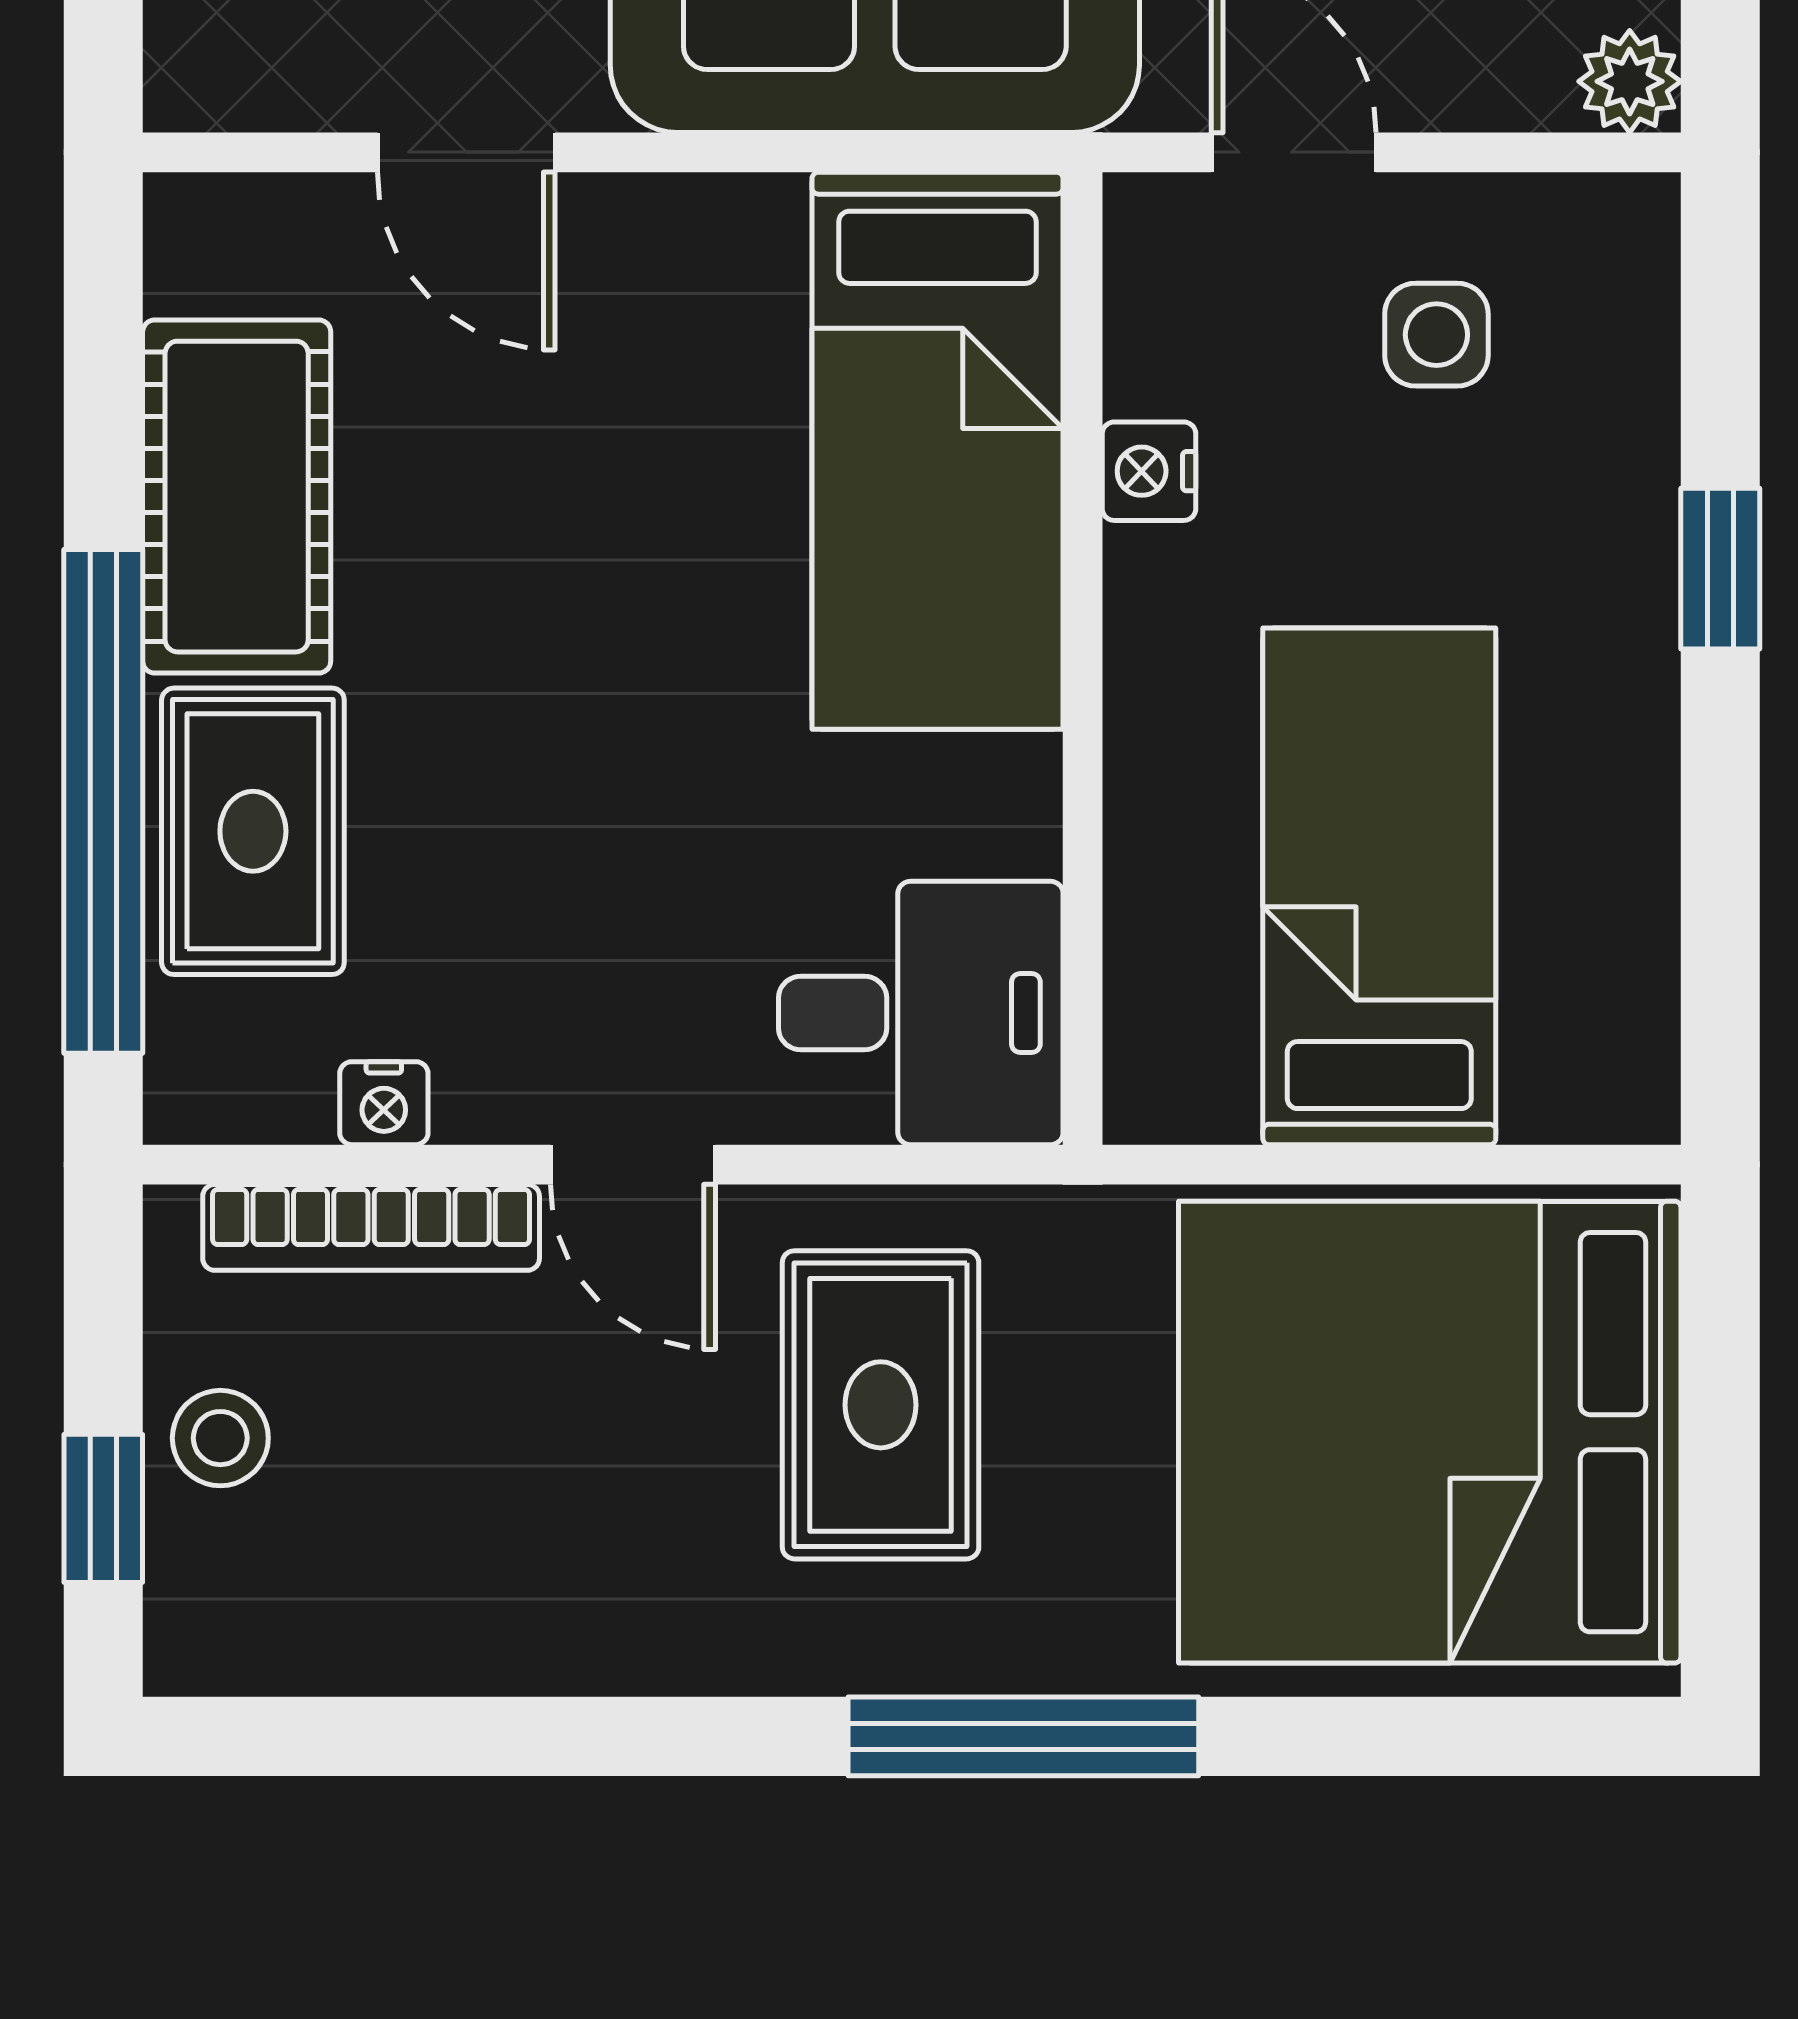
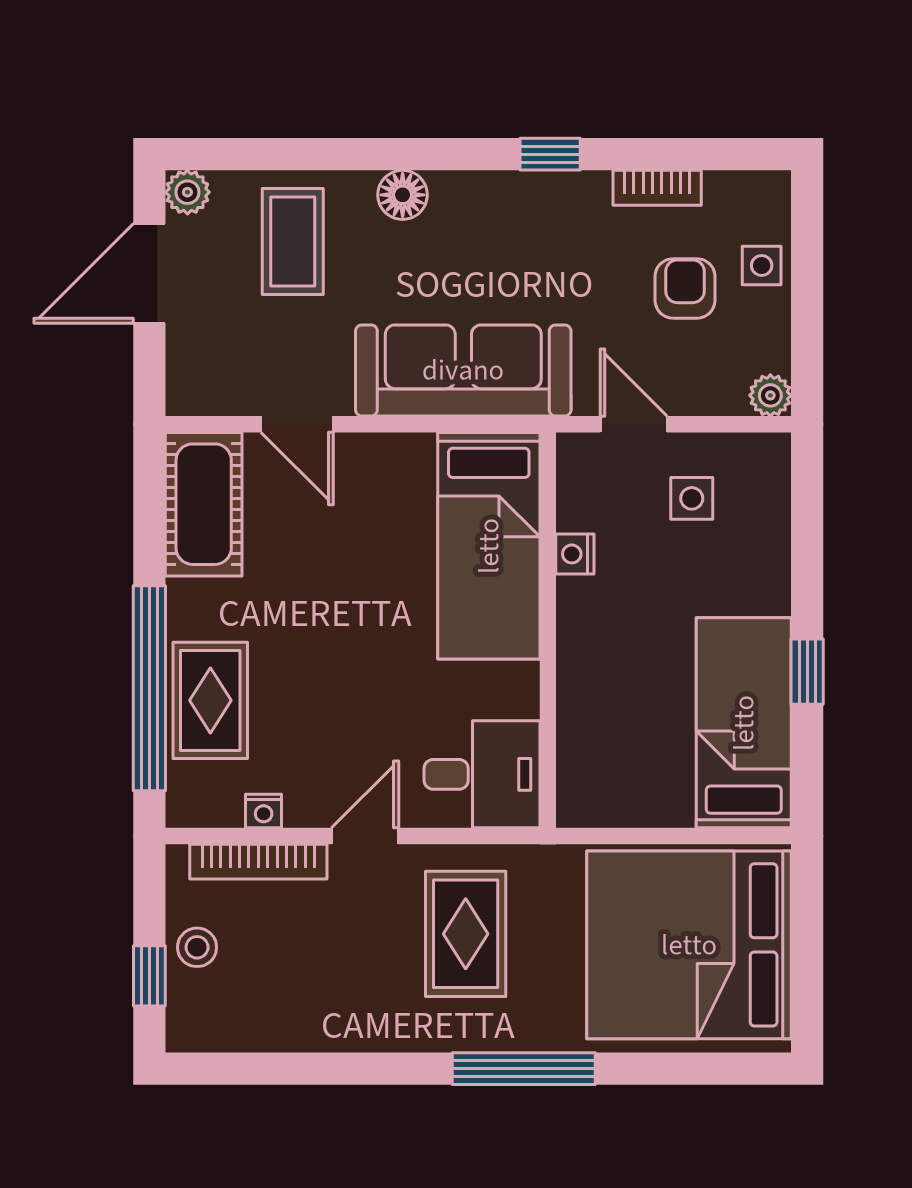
cot: (237, 497) -> (204, 504), moved
window: (1720, 569) -> (807, 672), moved
bed: (1379, 886) -> (744, 723), moved
door: (633, 1165) -> (365, 836), swing flipped

